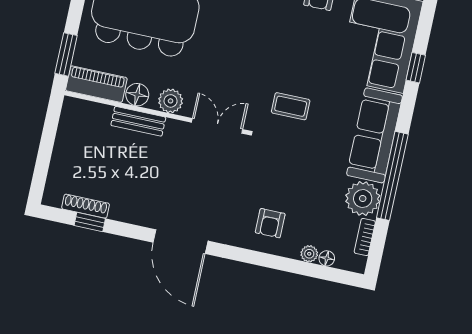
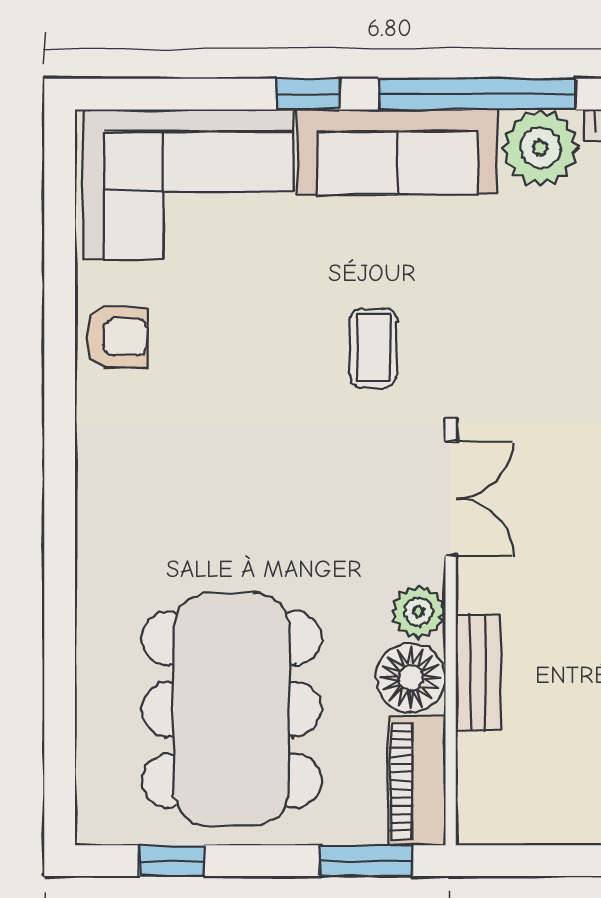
window: (416, 68) -> (308, 94), moved
floor lamp: (137, 95) -> (411, 678), width x1.38, depth x1.38
double door: (217, 126) -> (451, 499), swing flipped

